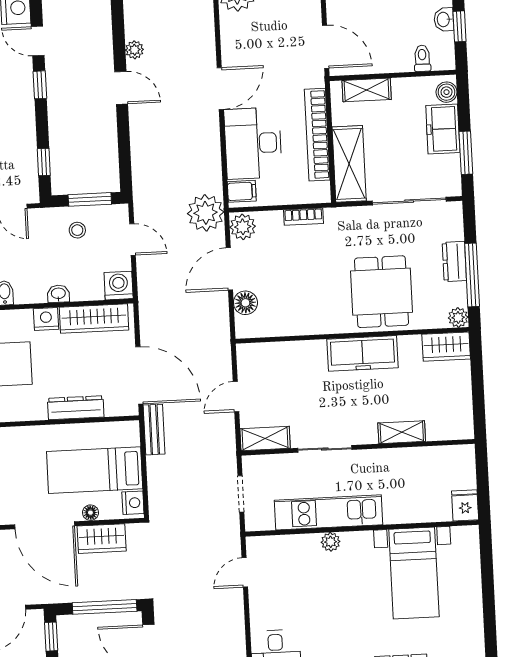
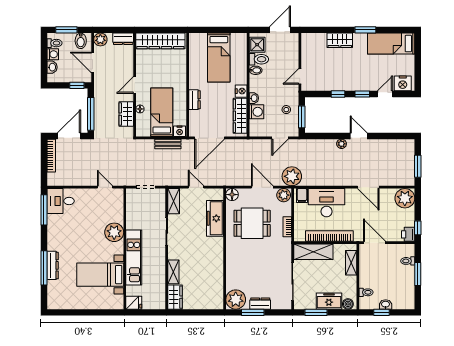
door: (326, 47) -> (375, 243), swing flipped
plant: (134, 50) -> (342, 144), moved
door: (121, 88) -> (359, 136), swing flipped
door: (220, 89) -> (368, 187), moved
window: (44, 162) -> (338, 94), moved
window: (472, 275) -> (253, 312), width x0.69
washing machine: (119, 286) -> (257, 112), moved
dining table: (381, 292) -> (252, 223), moved
floor lamp: (245, 303) -> (232, 195), moved
plant: (458, 317) -> (236, 300), width x1.87, depth x1.87
wardrobe: (446, 347) -> (175, 297), moved, turned 180
freezer: (362, 353) -> (215, 218), moved
dresser: (76, 408) -> (195, 100), width x0.70
bench: (154, 430) -> (168, 144), moved
nightstand: (133, 503) -> (180, 131), moved
kitchen unit: (329, 512) -> (134, 258), moved
door: (45, 525) -> (135, 85), width x0.53
plant: (331, 542) -> (114, 232), width x1.88, depth x1.88

